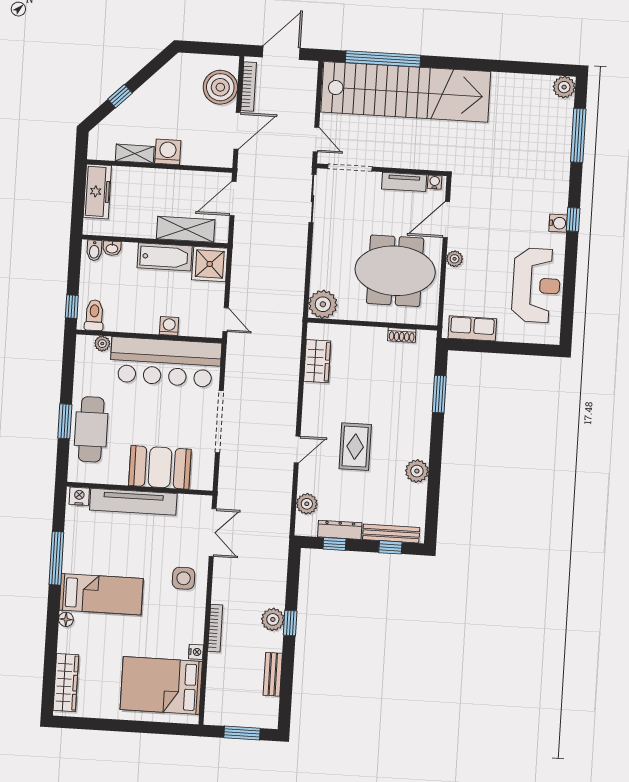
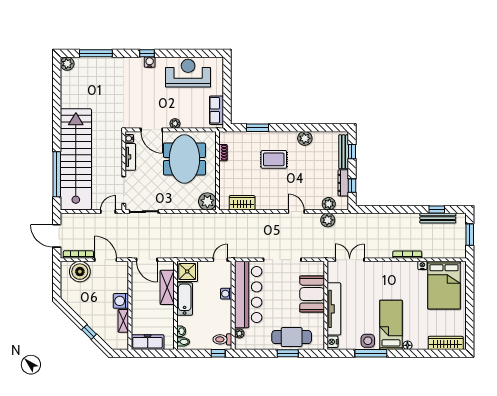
rug: (355, 447) -> (274, 159), moved
side table: (184, 578) -> (368, 341), moved
plant: (273, 619) -> (328, 220), moved
window: (290, 623) -> (437, 210), moved
bench: (273, 674) -> (438, 218), width x1.36

